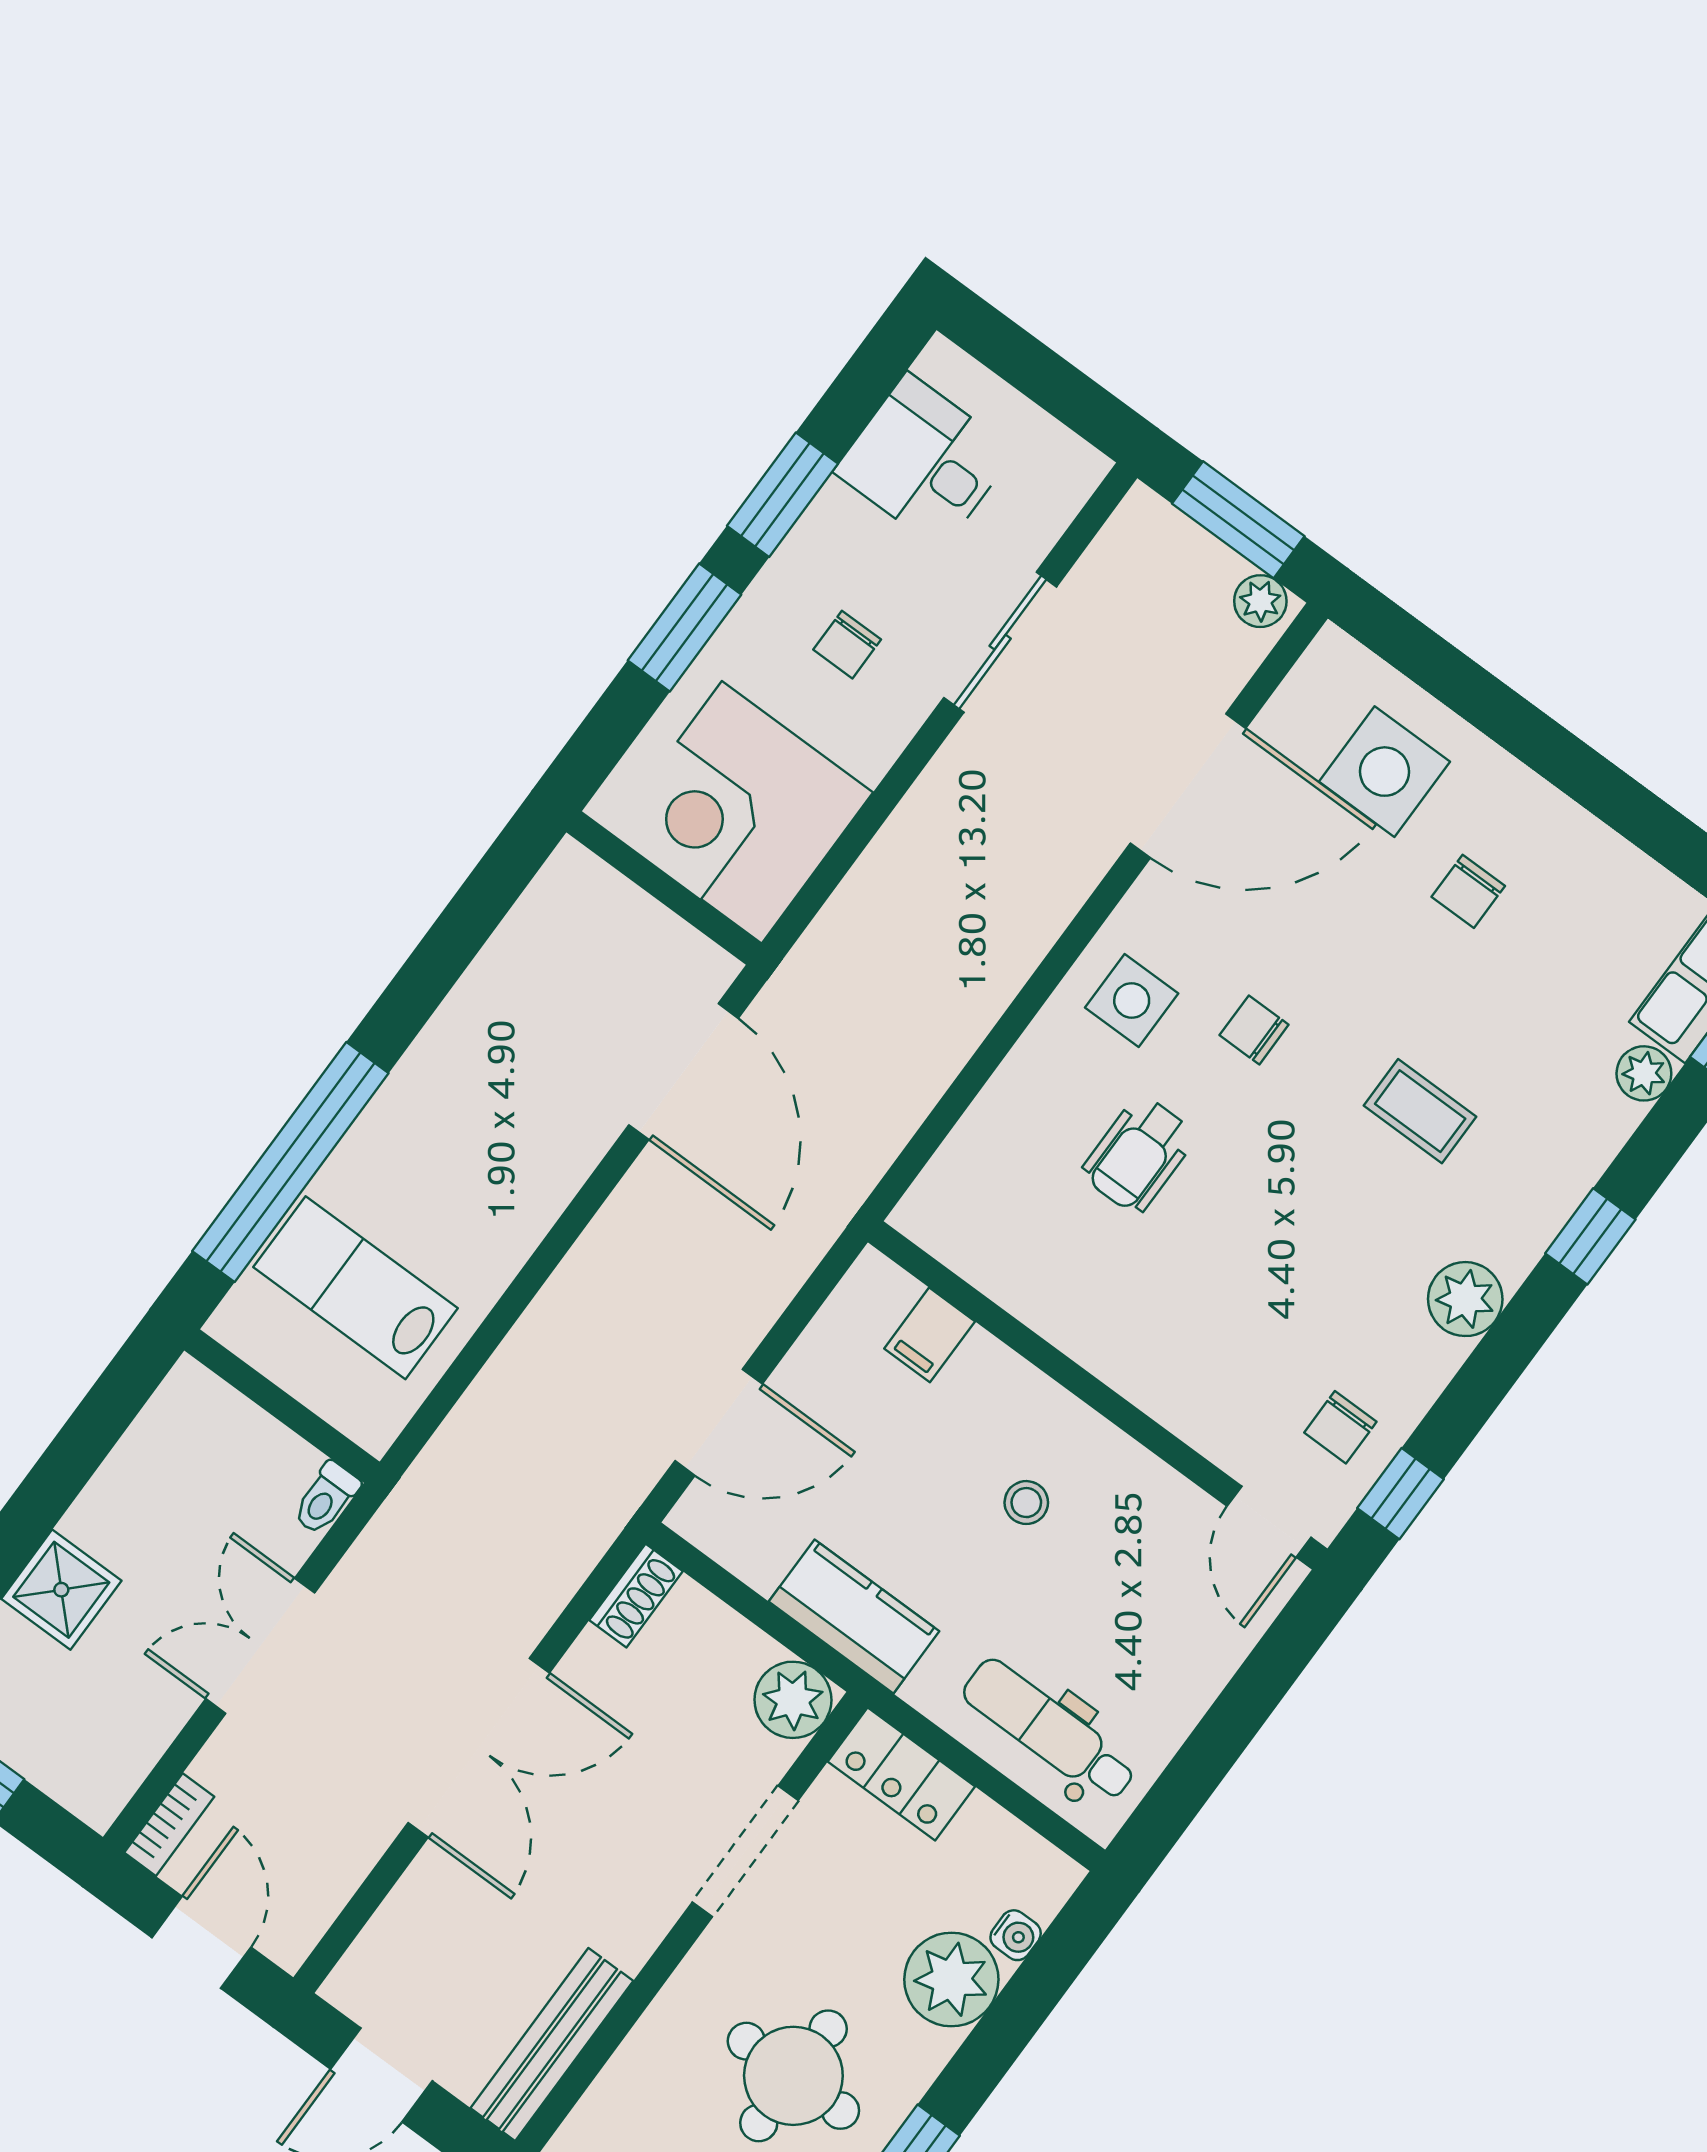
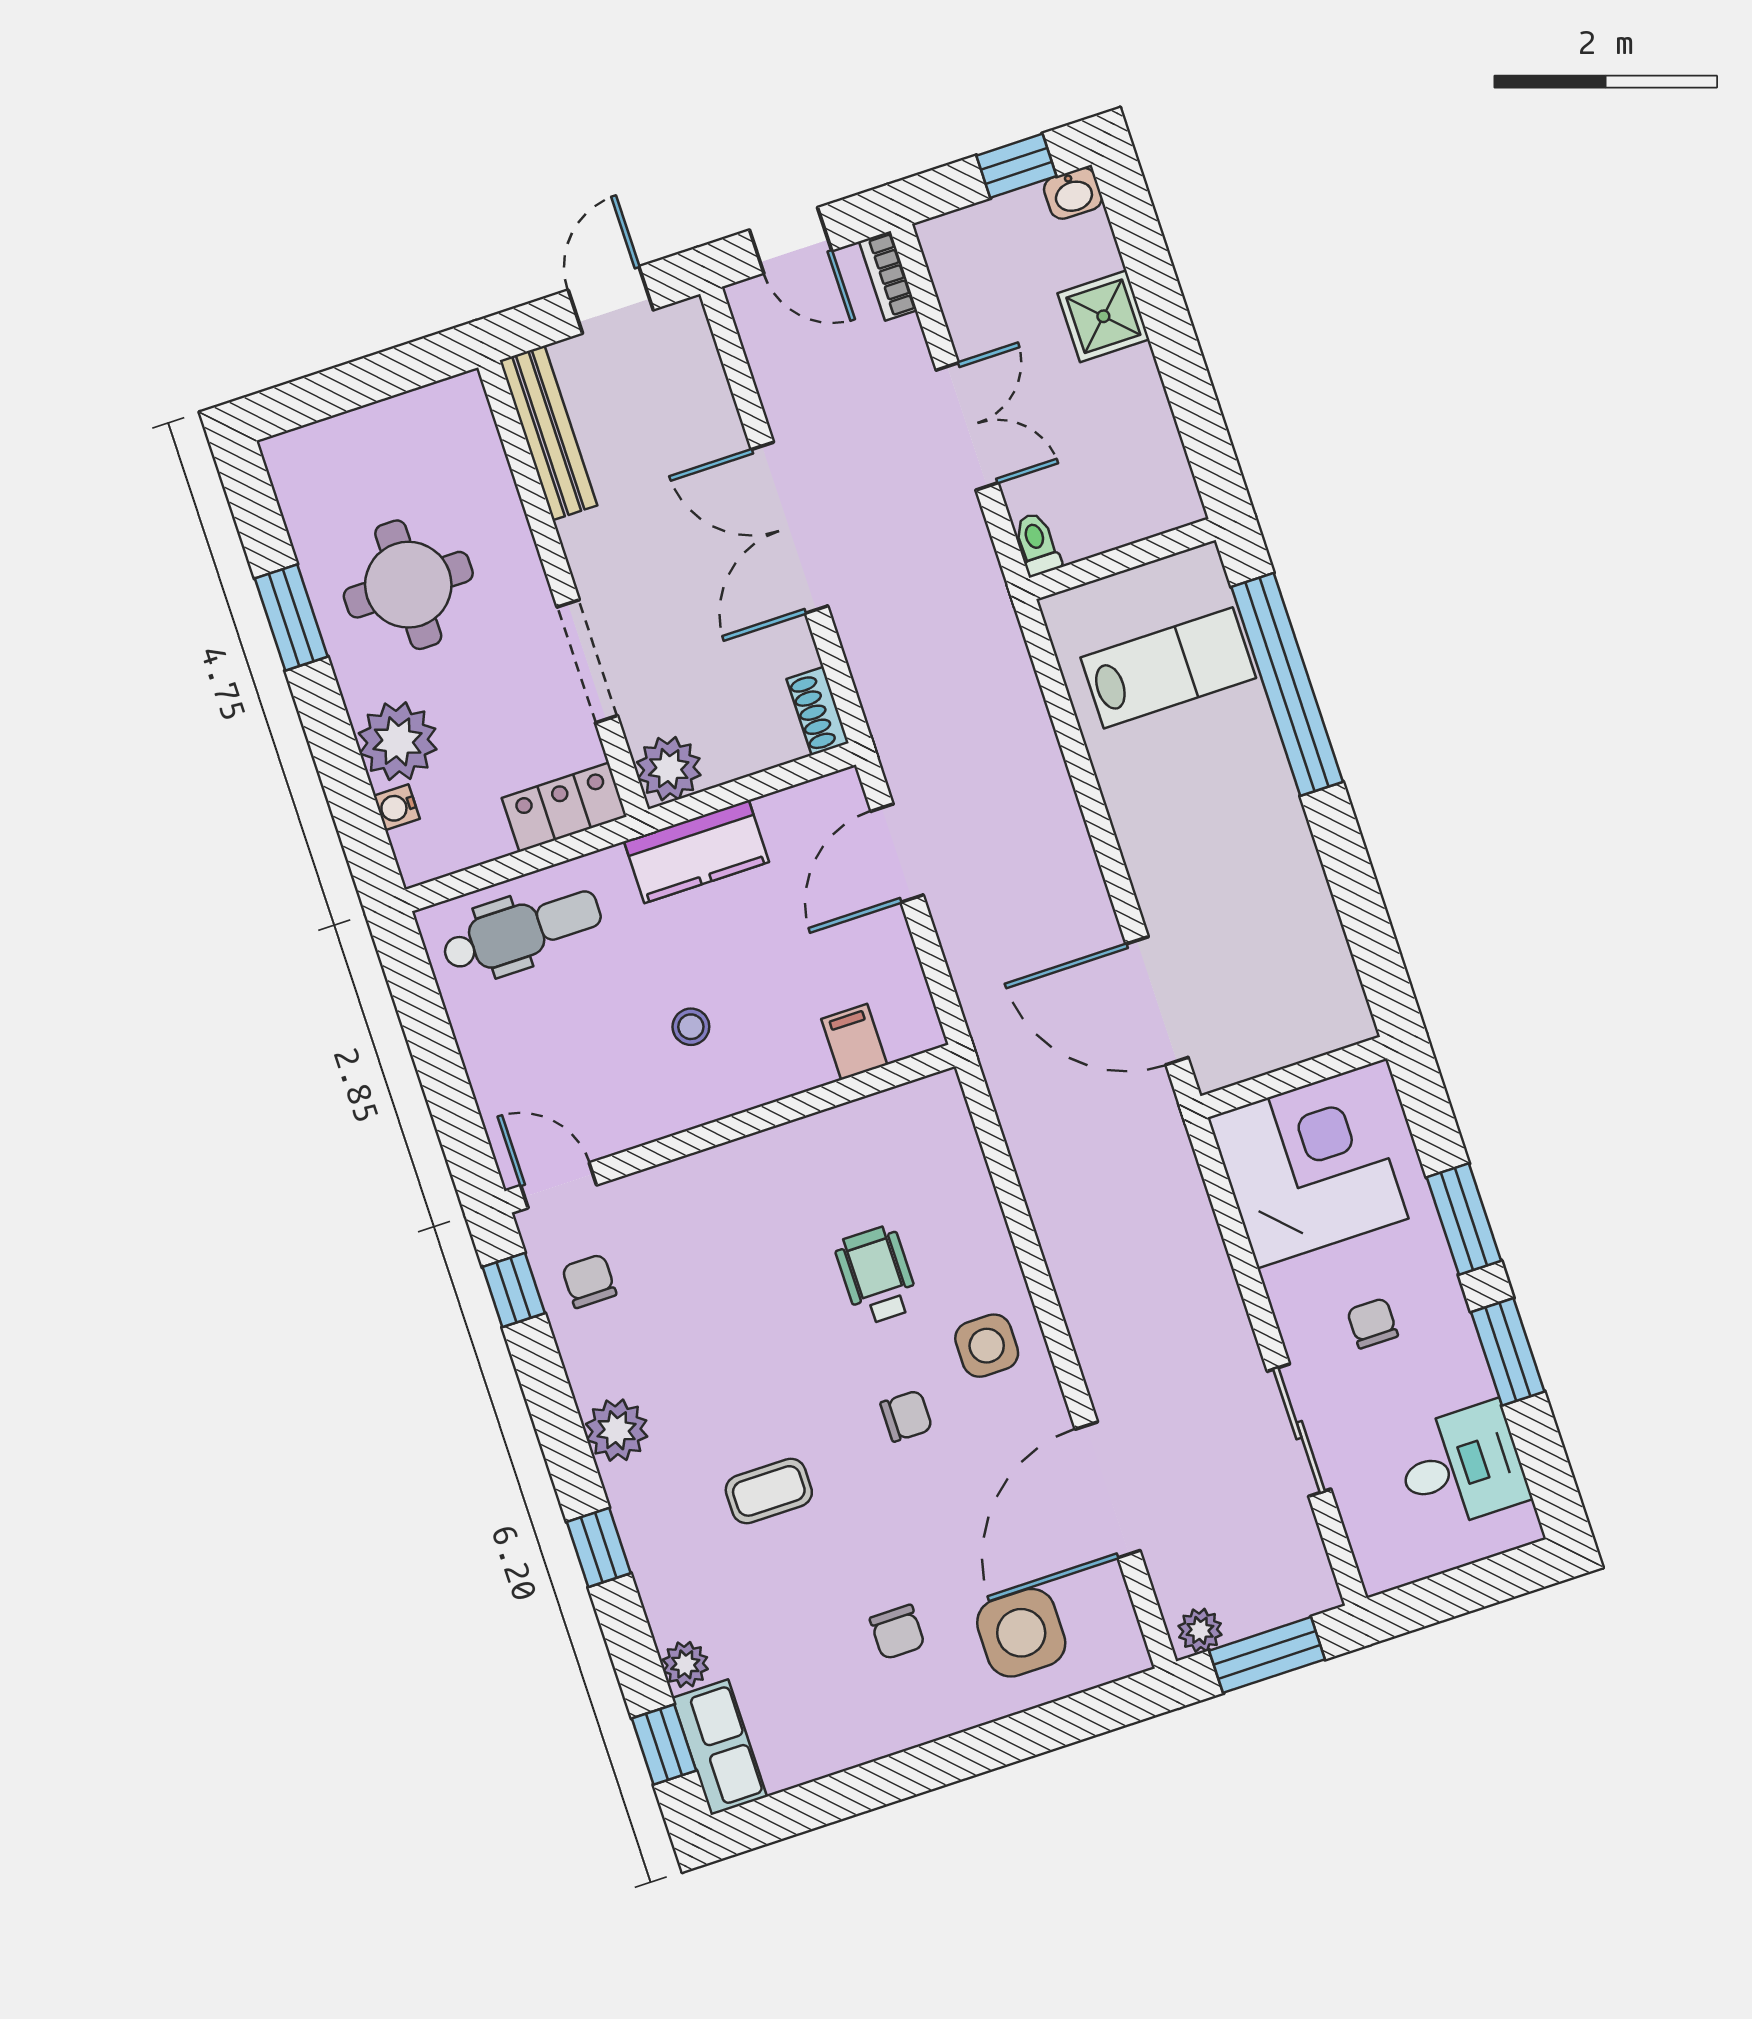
chair: (1468, 891) -> (897, 1632), turned 180

